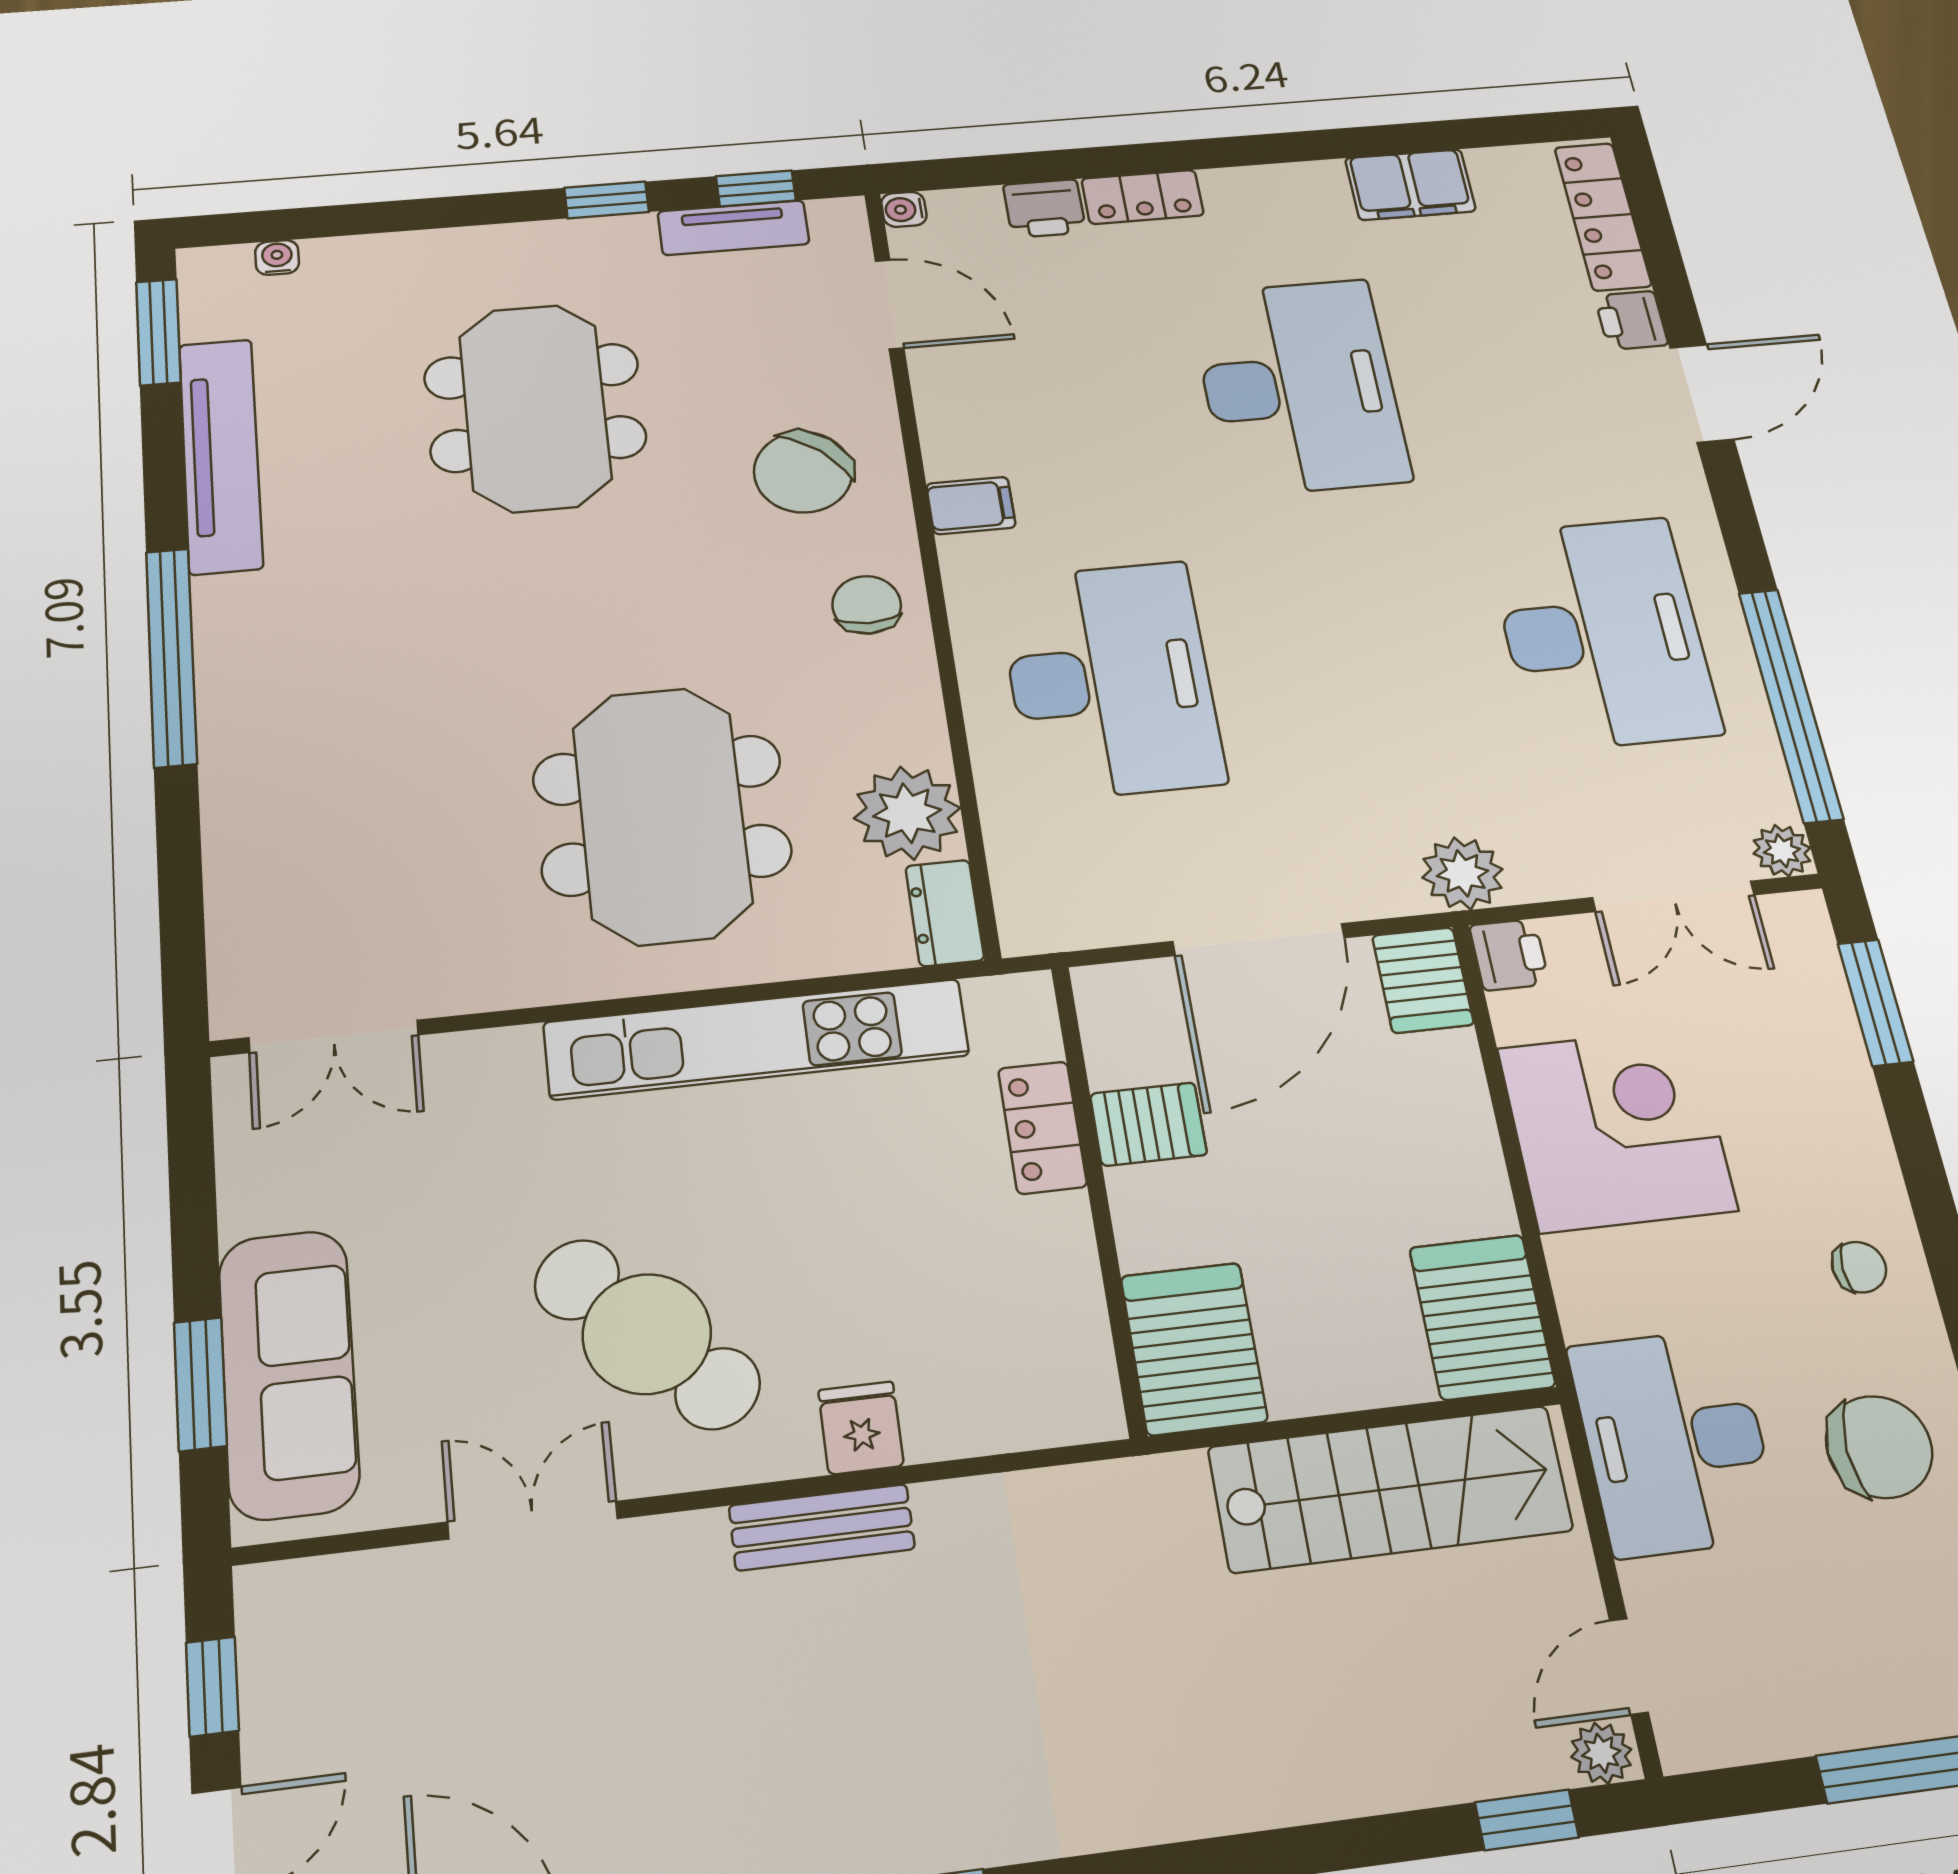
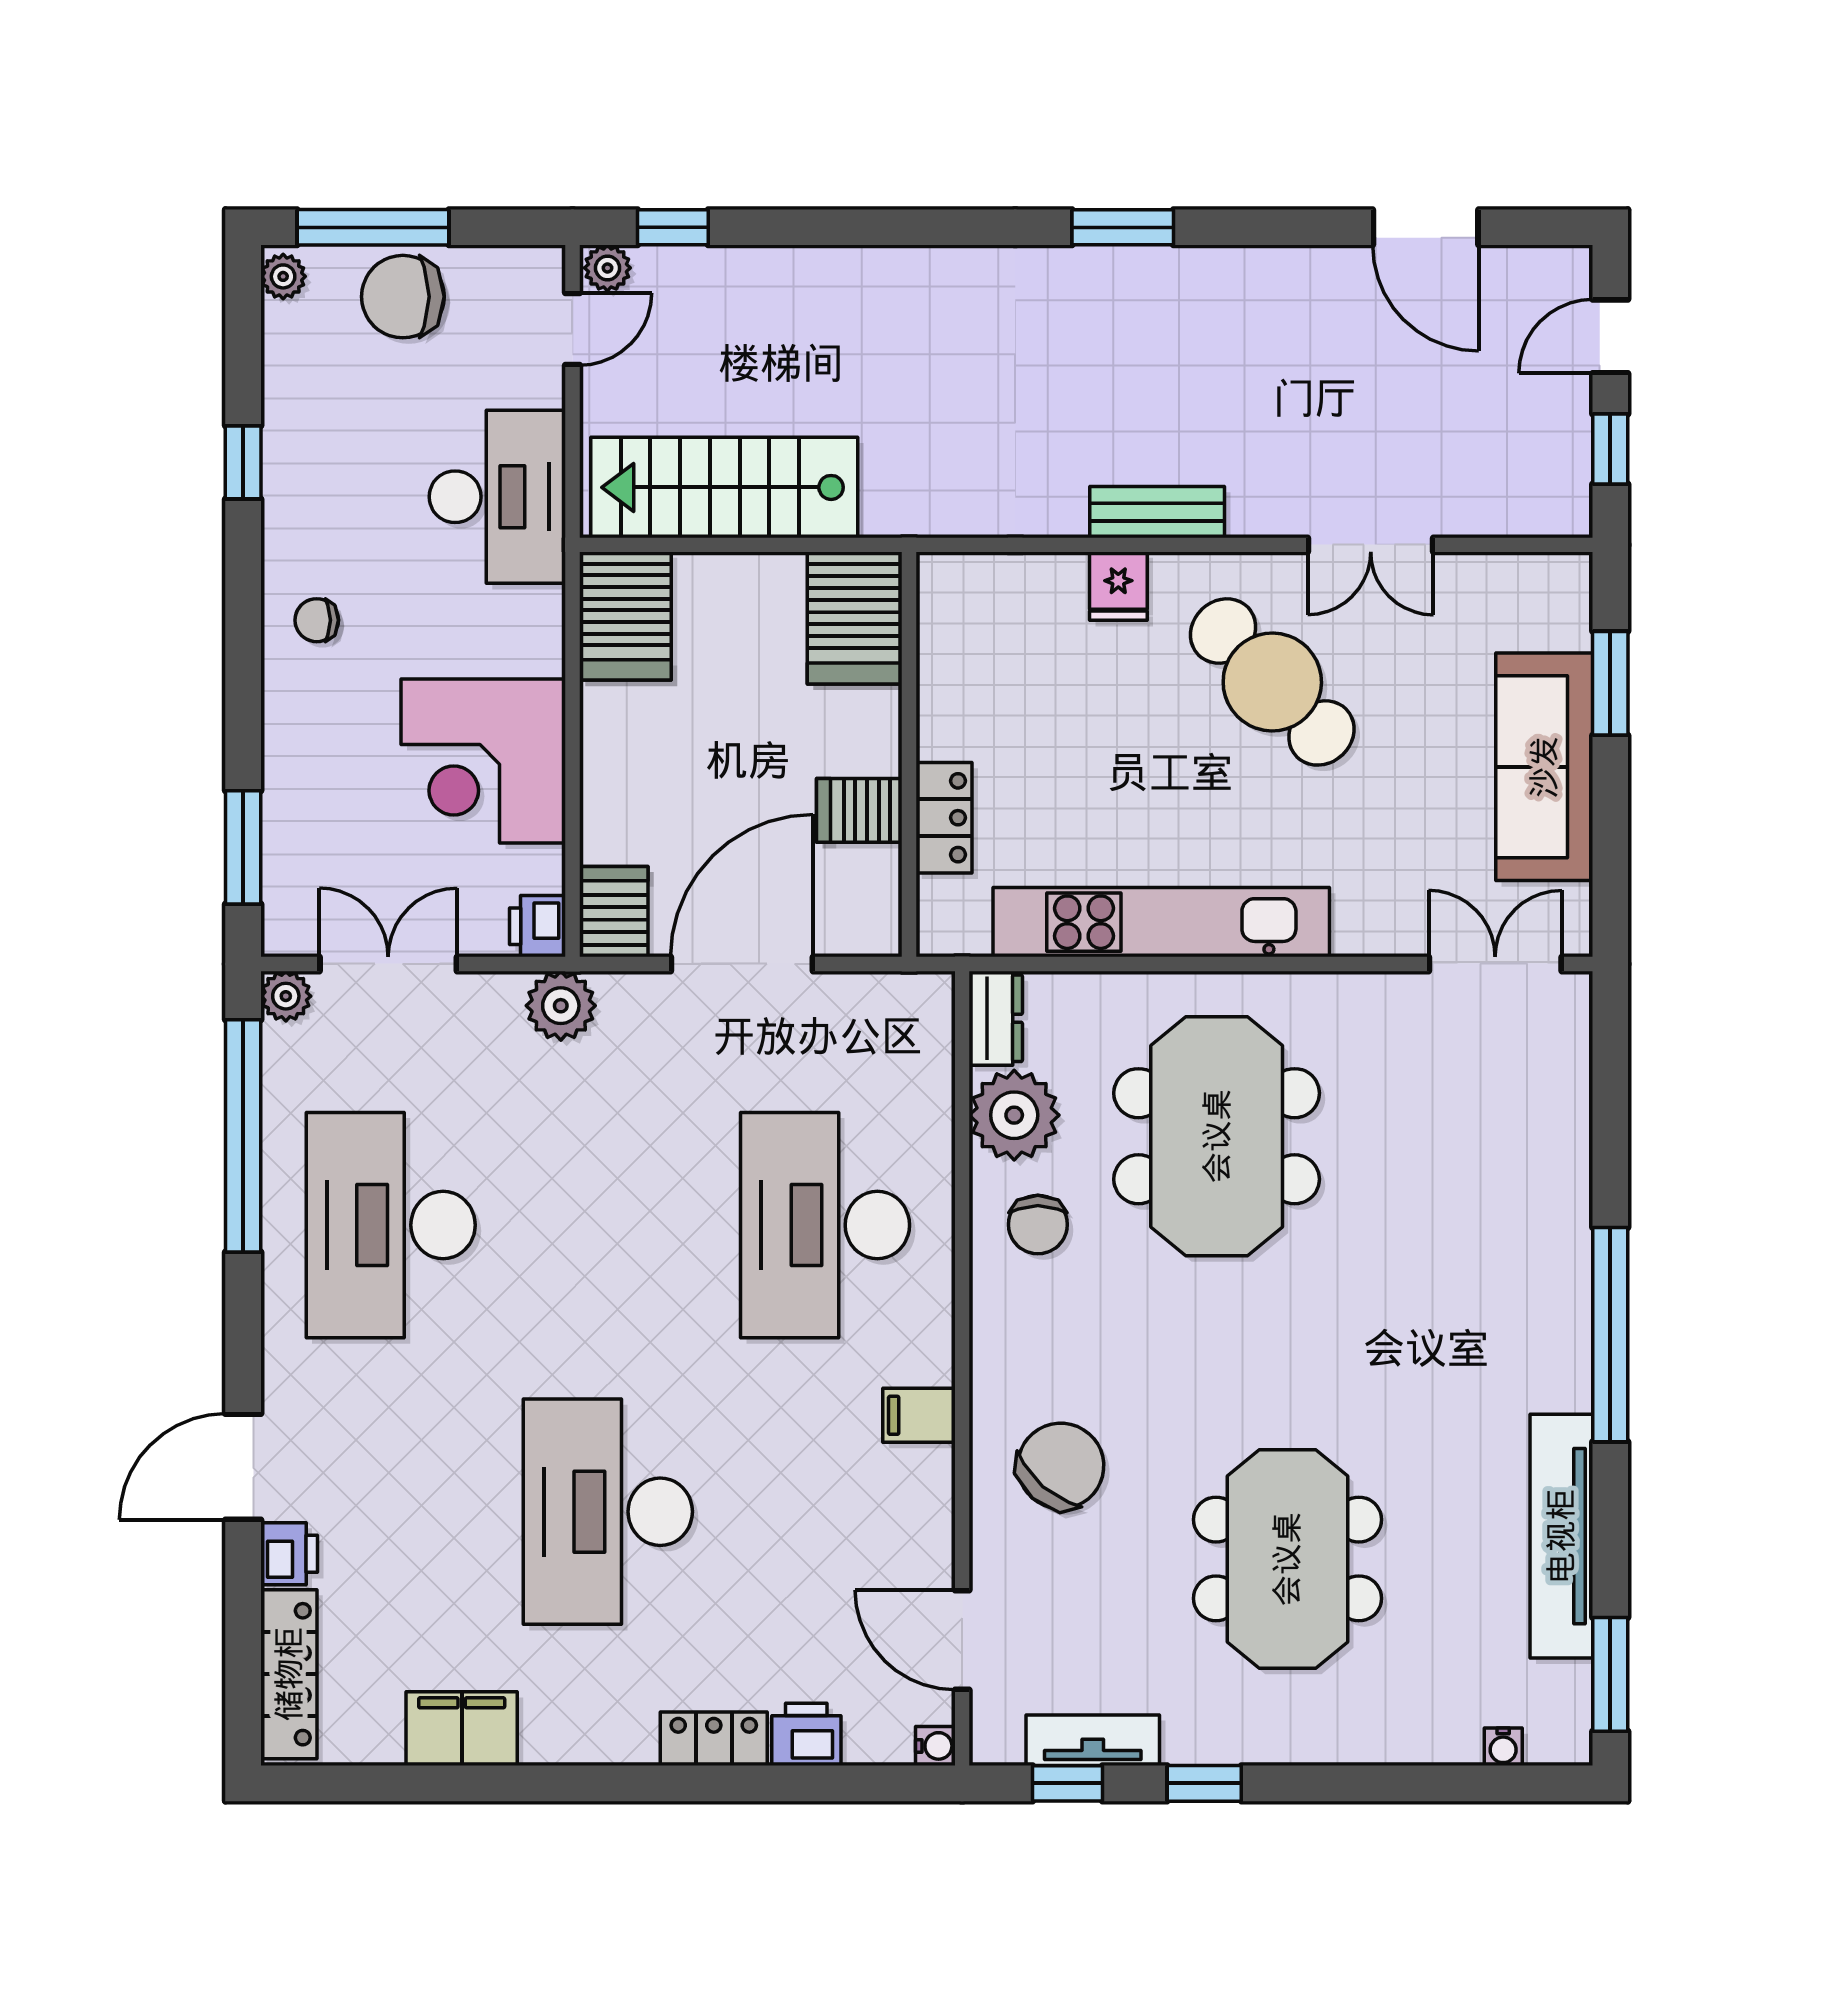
chair: (867, 605) -> (1038, 1225), moved
sofa: (289, 1373) -> (1544, 767), moved
chair: (1879, 1447) -> (403, 297), moved

